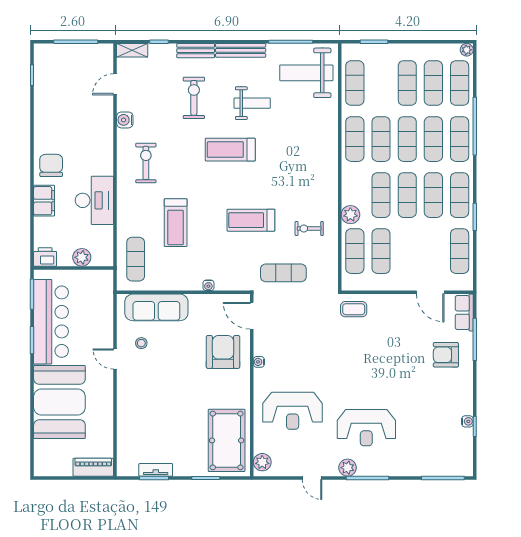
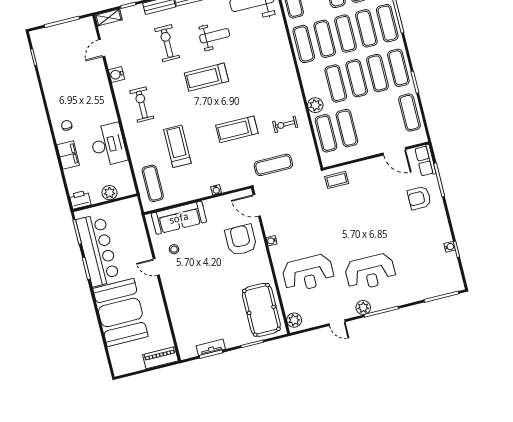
chair: (51, 165) -> (67, 125), width x0.54, depth x0.54
treadmill: (176, 223) -> (177, 146), turned 180

